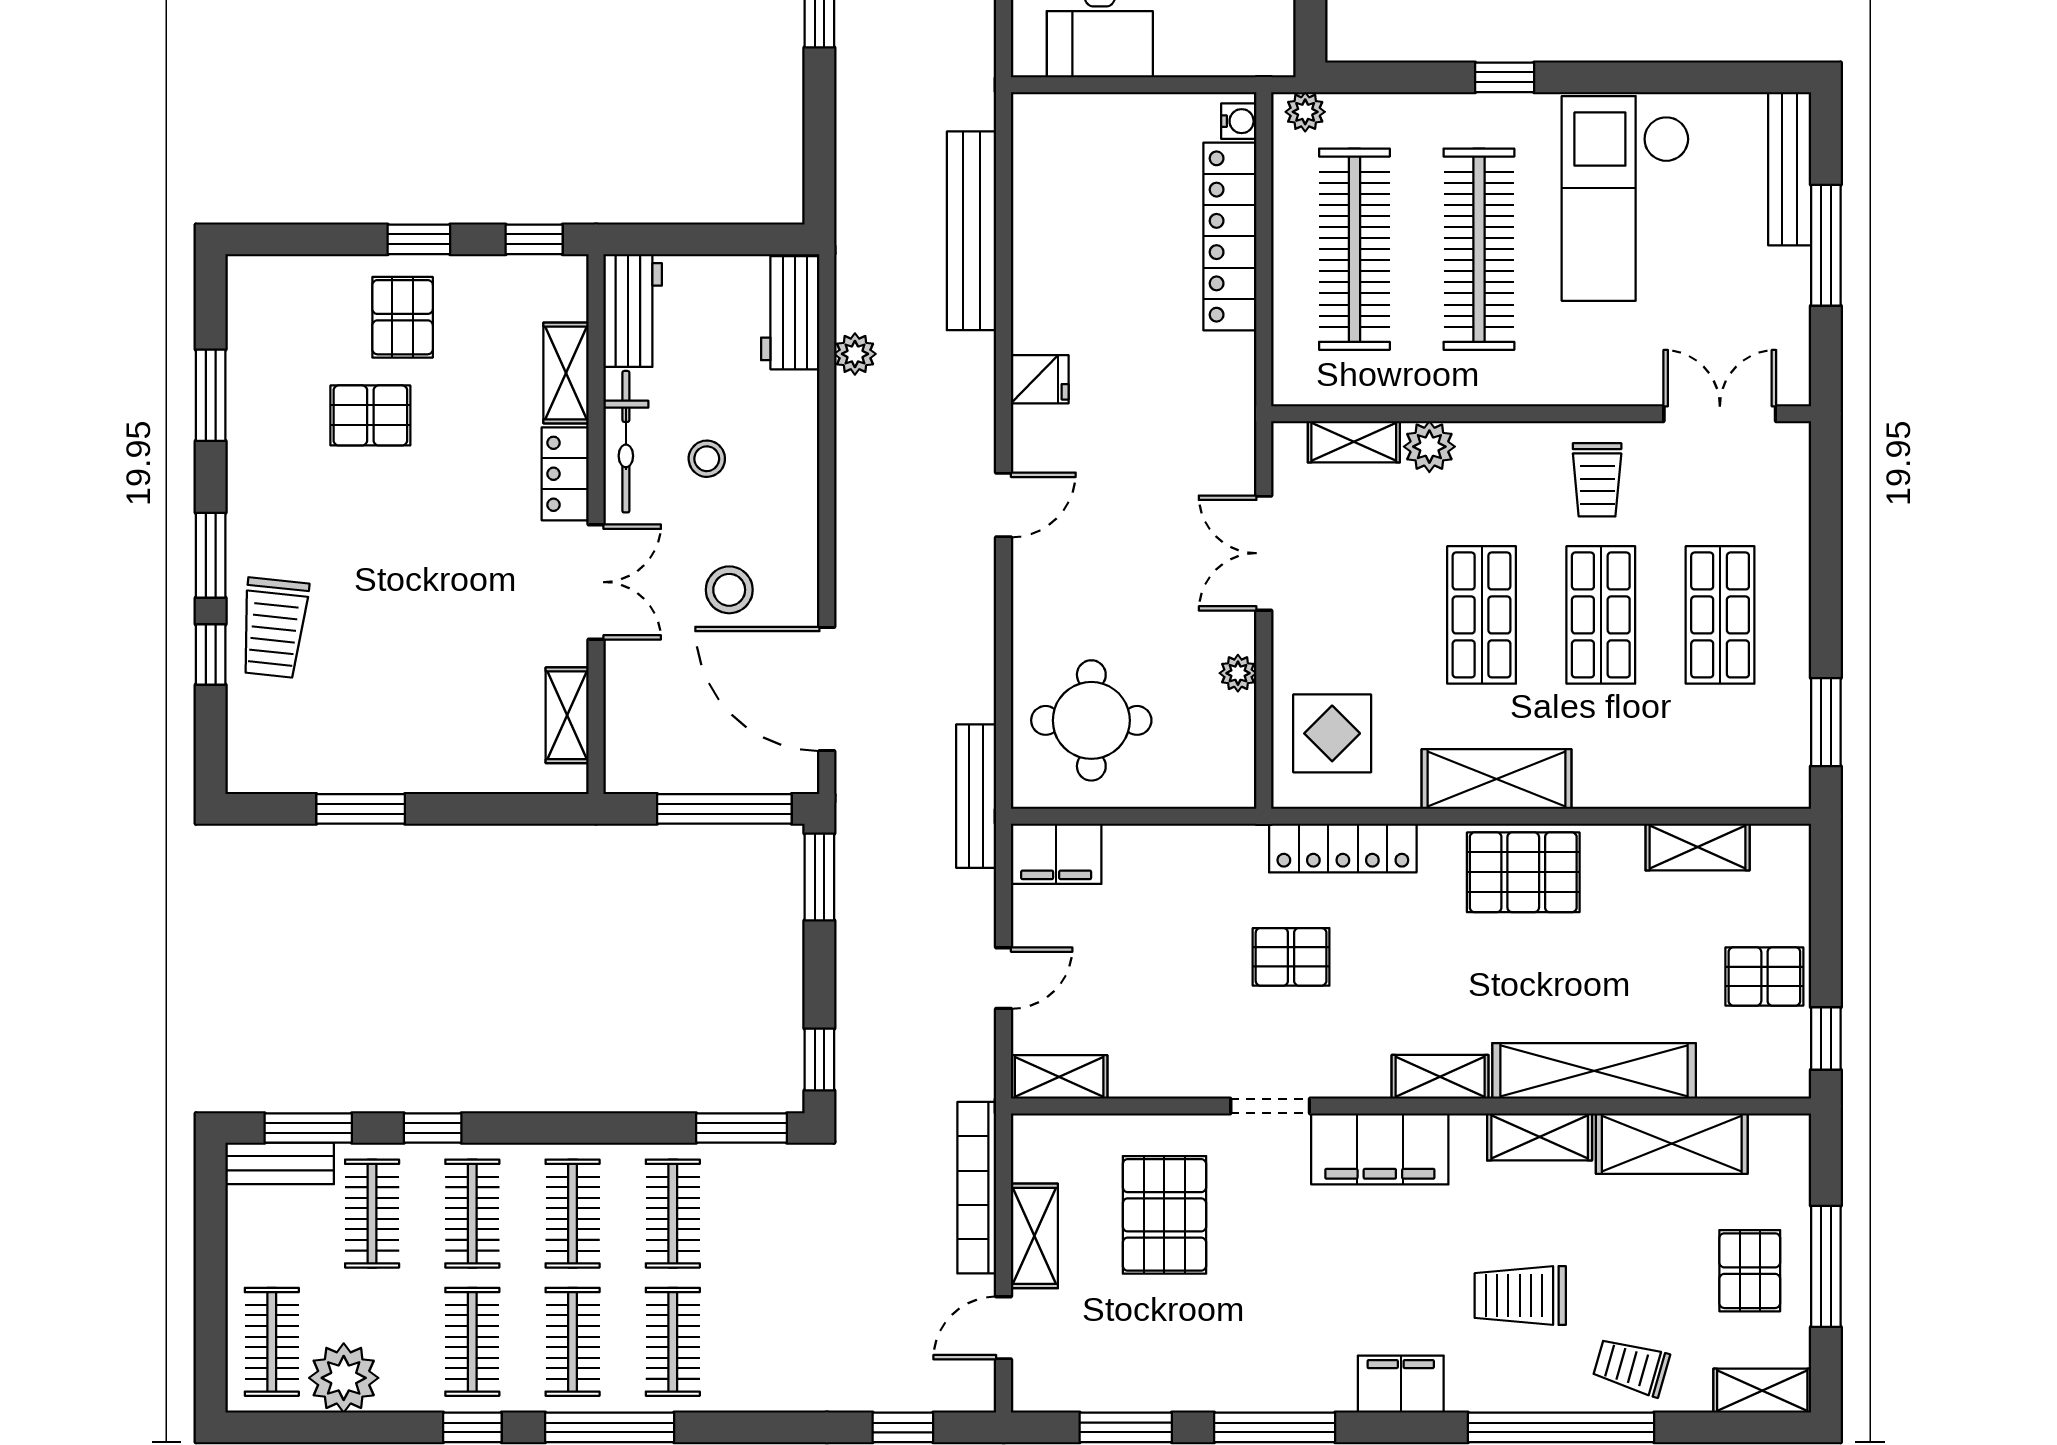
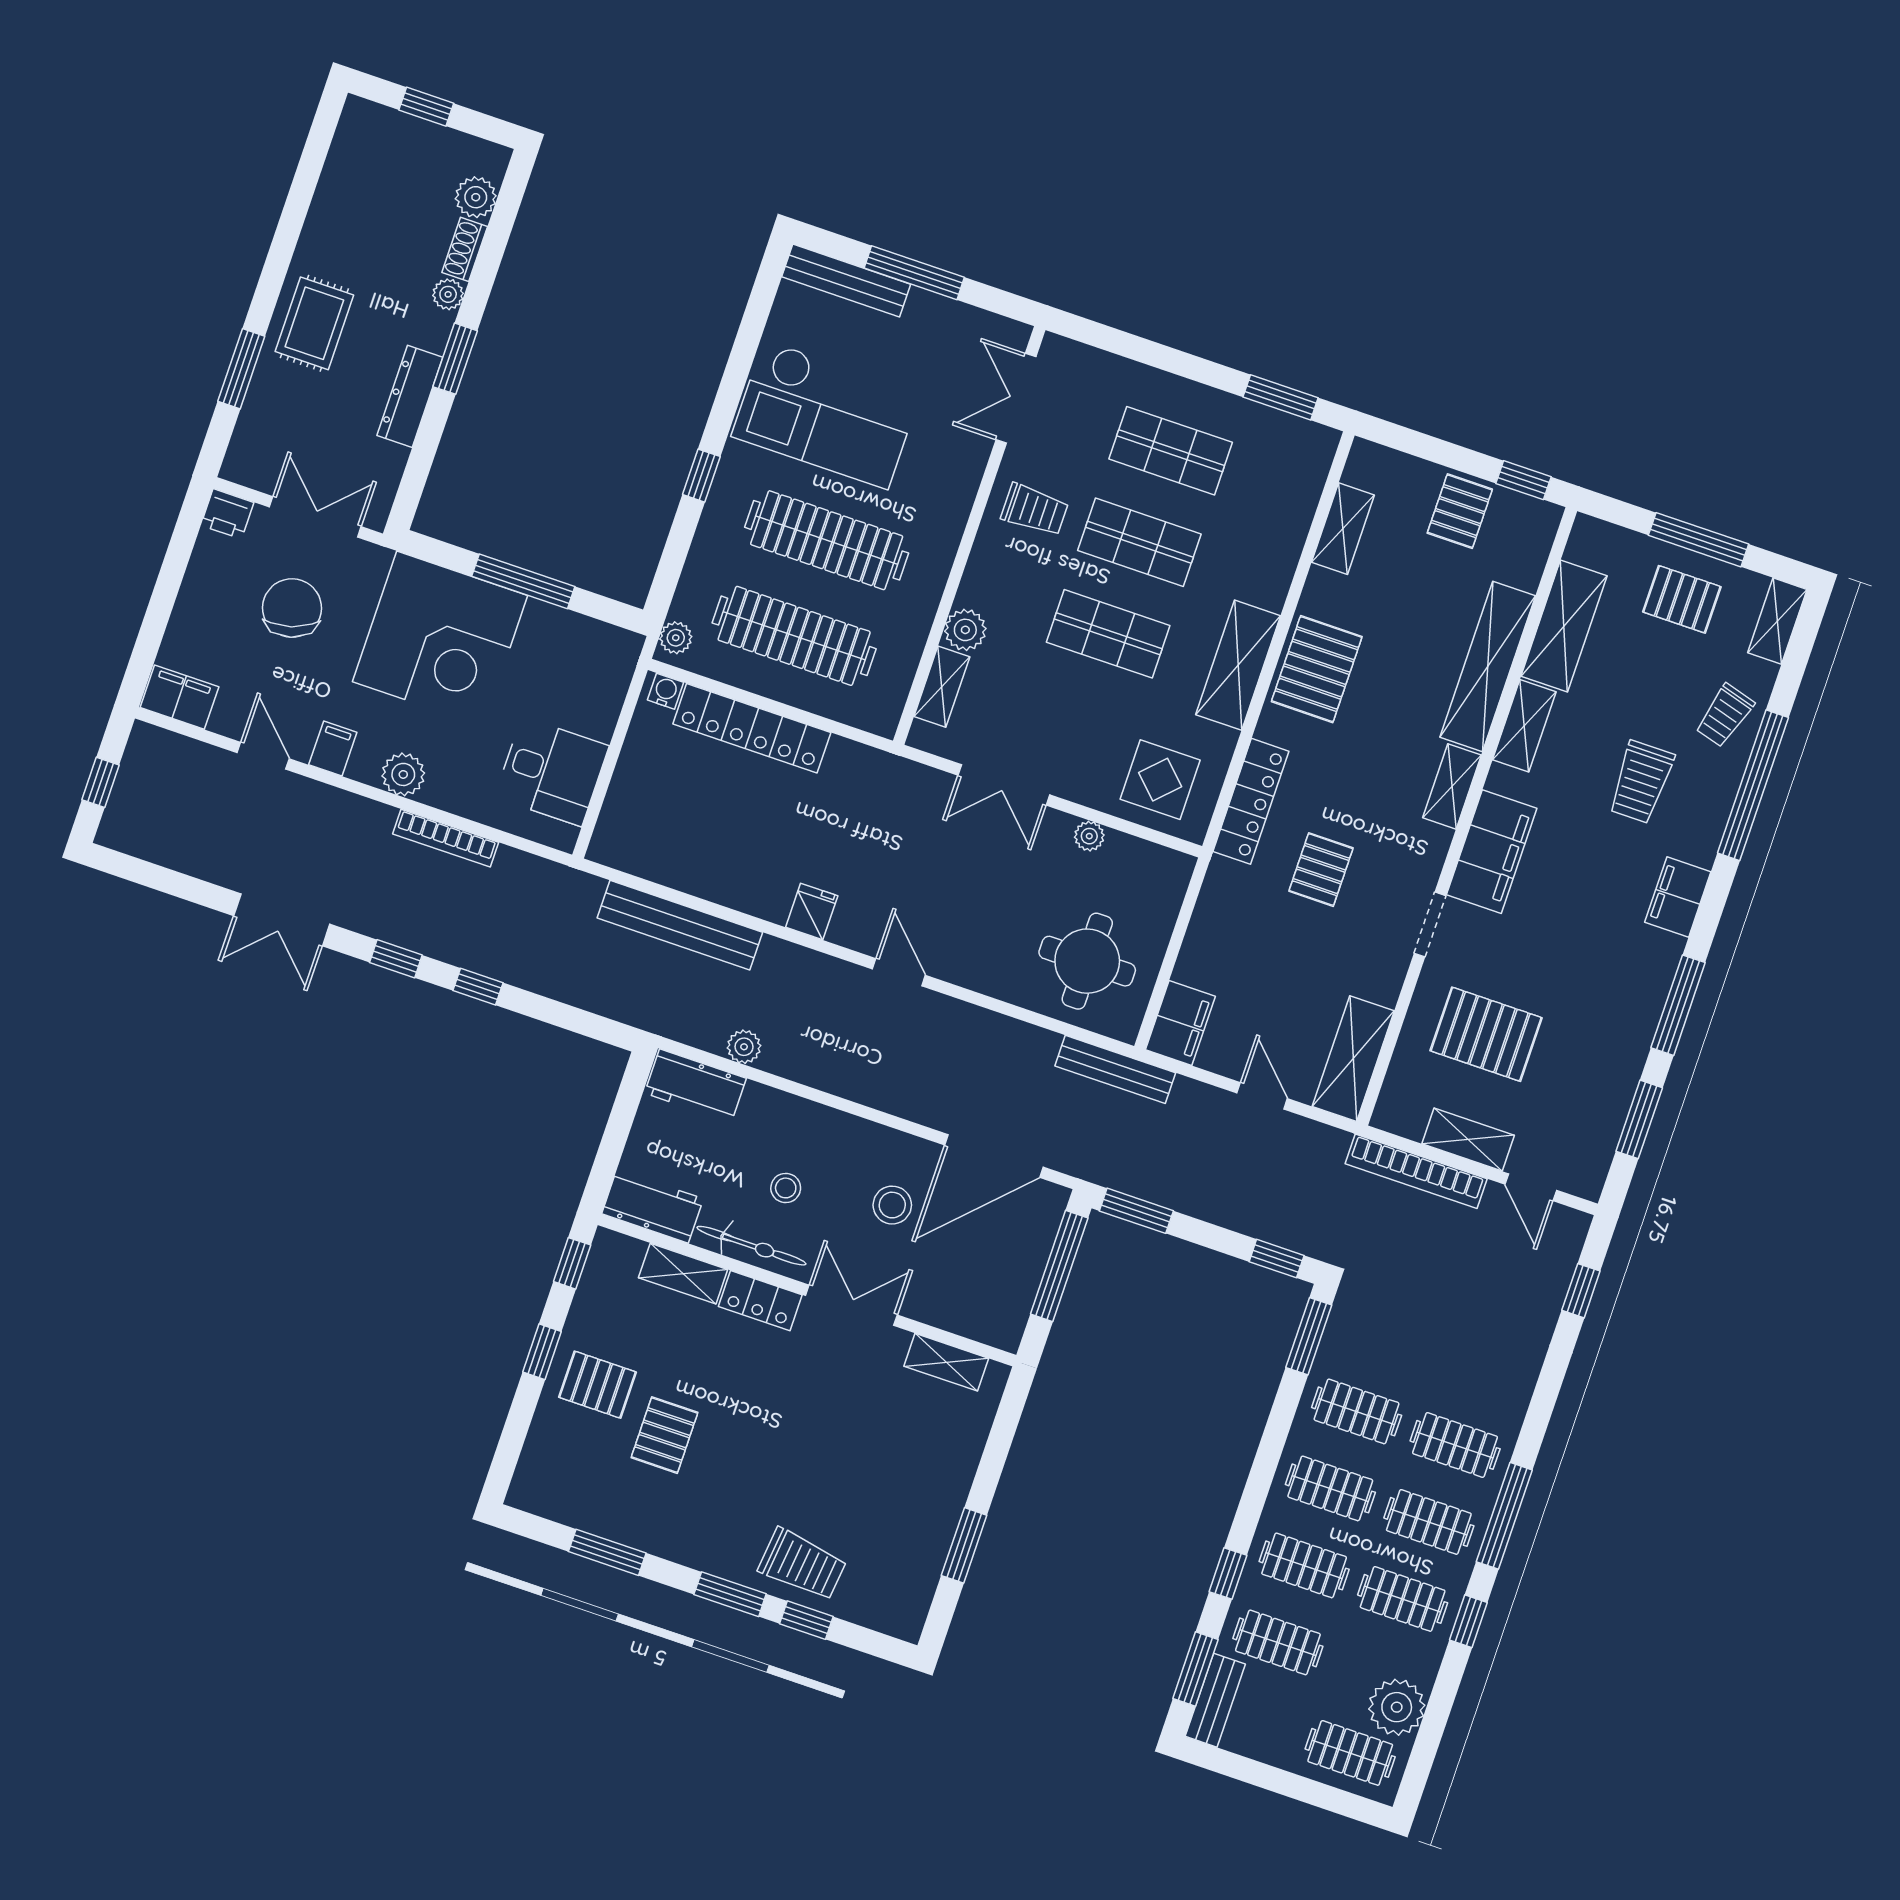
shelving: (1059, 1077) -> (1353, 1059), width x1.50, depth x1.33

